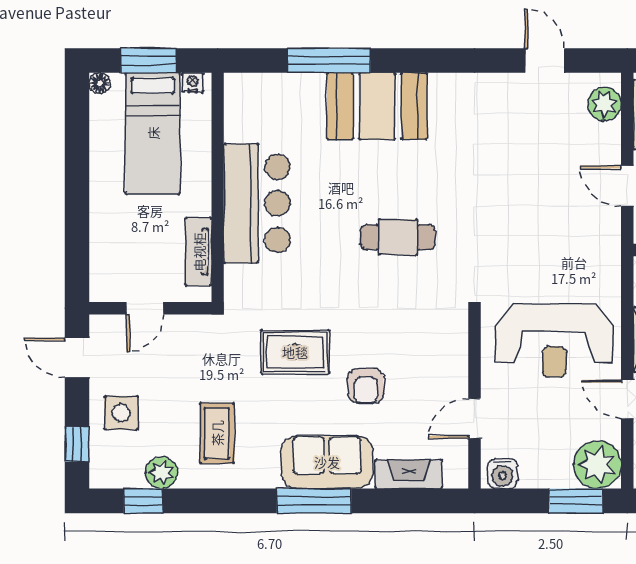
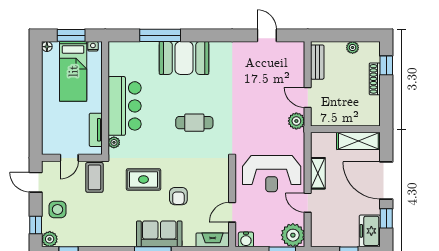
plant: (604, 104) -> (296, 121), moved
plant: (235, 277) -> (114, 142), added
coffee table: (217, 433) -> (94, 177), moved
plant: (161, 473) -> (50, 239), moved
fireplace: (409, 474) -> (213, 240), moved

